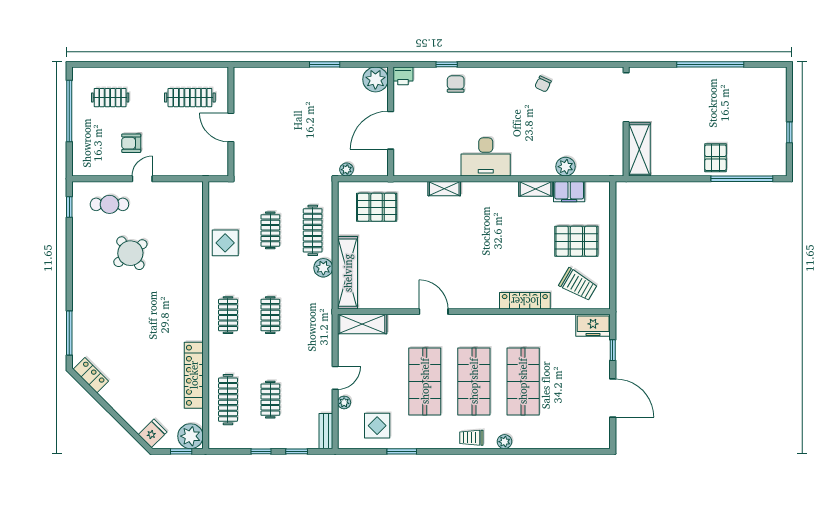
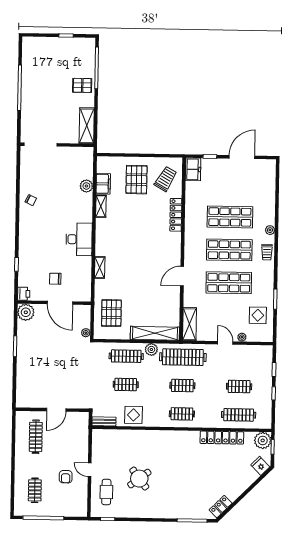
chair: (456, 84) -> (55, 279), moved
shelving: (639, 149) -> (87, 126), moved, turned 90
clothes rail: (313, 315) -> (183, 357), added
bench: (326, 431) -> (104, 421), moved

